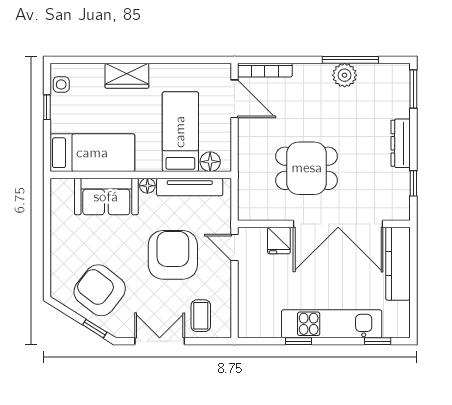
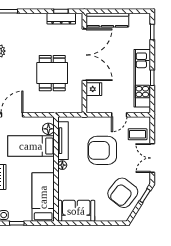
dresser: (401, 143) -> (61, 19), moved
sofa: (106, 197) -> (76, 211), moved, turned -90
door: (234, 248) -> (119, 115), moved
kitchen unit: (332, 324) -> (142, 78), moved

